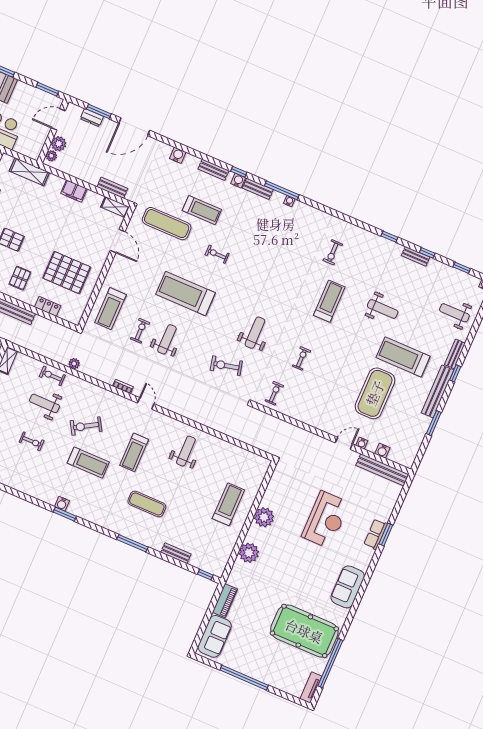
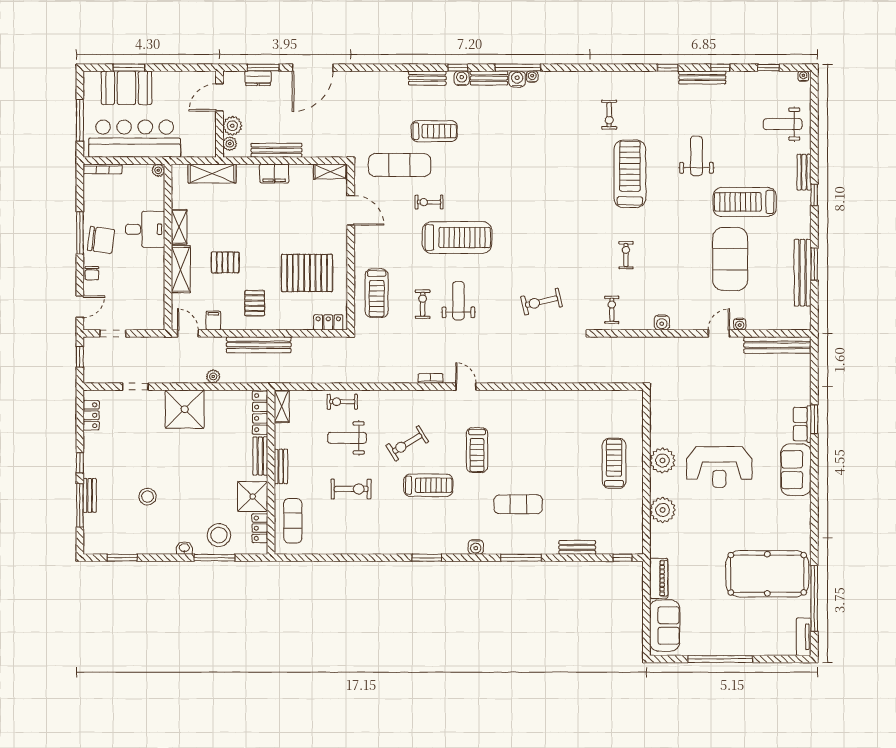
window: (47, 89) -> (191, 68), removed
water cooler: (178, 155) -> (517, 79), moved
bench: (112, 188) -> (276, 150), moved, width x1.36
exercise bike: (217, 254) -> (429, 202), moved
bench: (416, 256) -> (702, 77), width x1.36
treadmill: (186, 293) -> (457, 238), turned 180
treadmill: (329, 301) -> (630, 174), width x1.37, depth x1.37
locker: (48, 306) -> (328, 322), moved
weight bench: (383, 309) -> (696, 156), turned -90
weight bench: (255, 333) -> (558, 248), removed
plant: (74, 364) -> (362, 376), removed
bench: (438, 391) -> (803, 273), moved
exercise bike: (32, 441) -> (351, 489), width x1.38, depth x1.39
weight bench: (186, 451) -> (537, 422), removed
water cooler: (382, 451) -> (662, 323), moved
water cooler: (62, 504) -> (476, 547), moved
reception desk: (326, 520) -> (719, 467), moved, turned 90
sofa: (348, 587) -> (796, 470), moved

